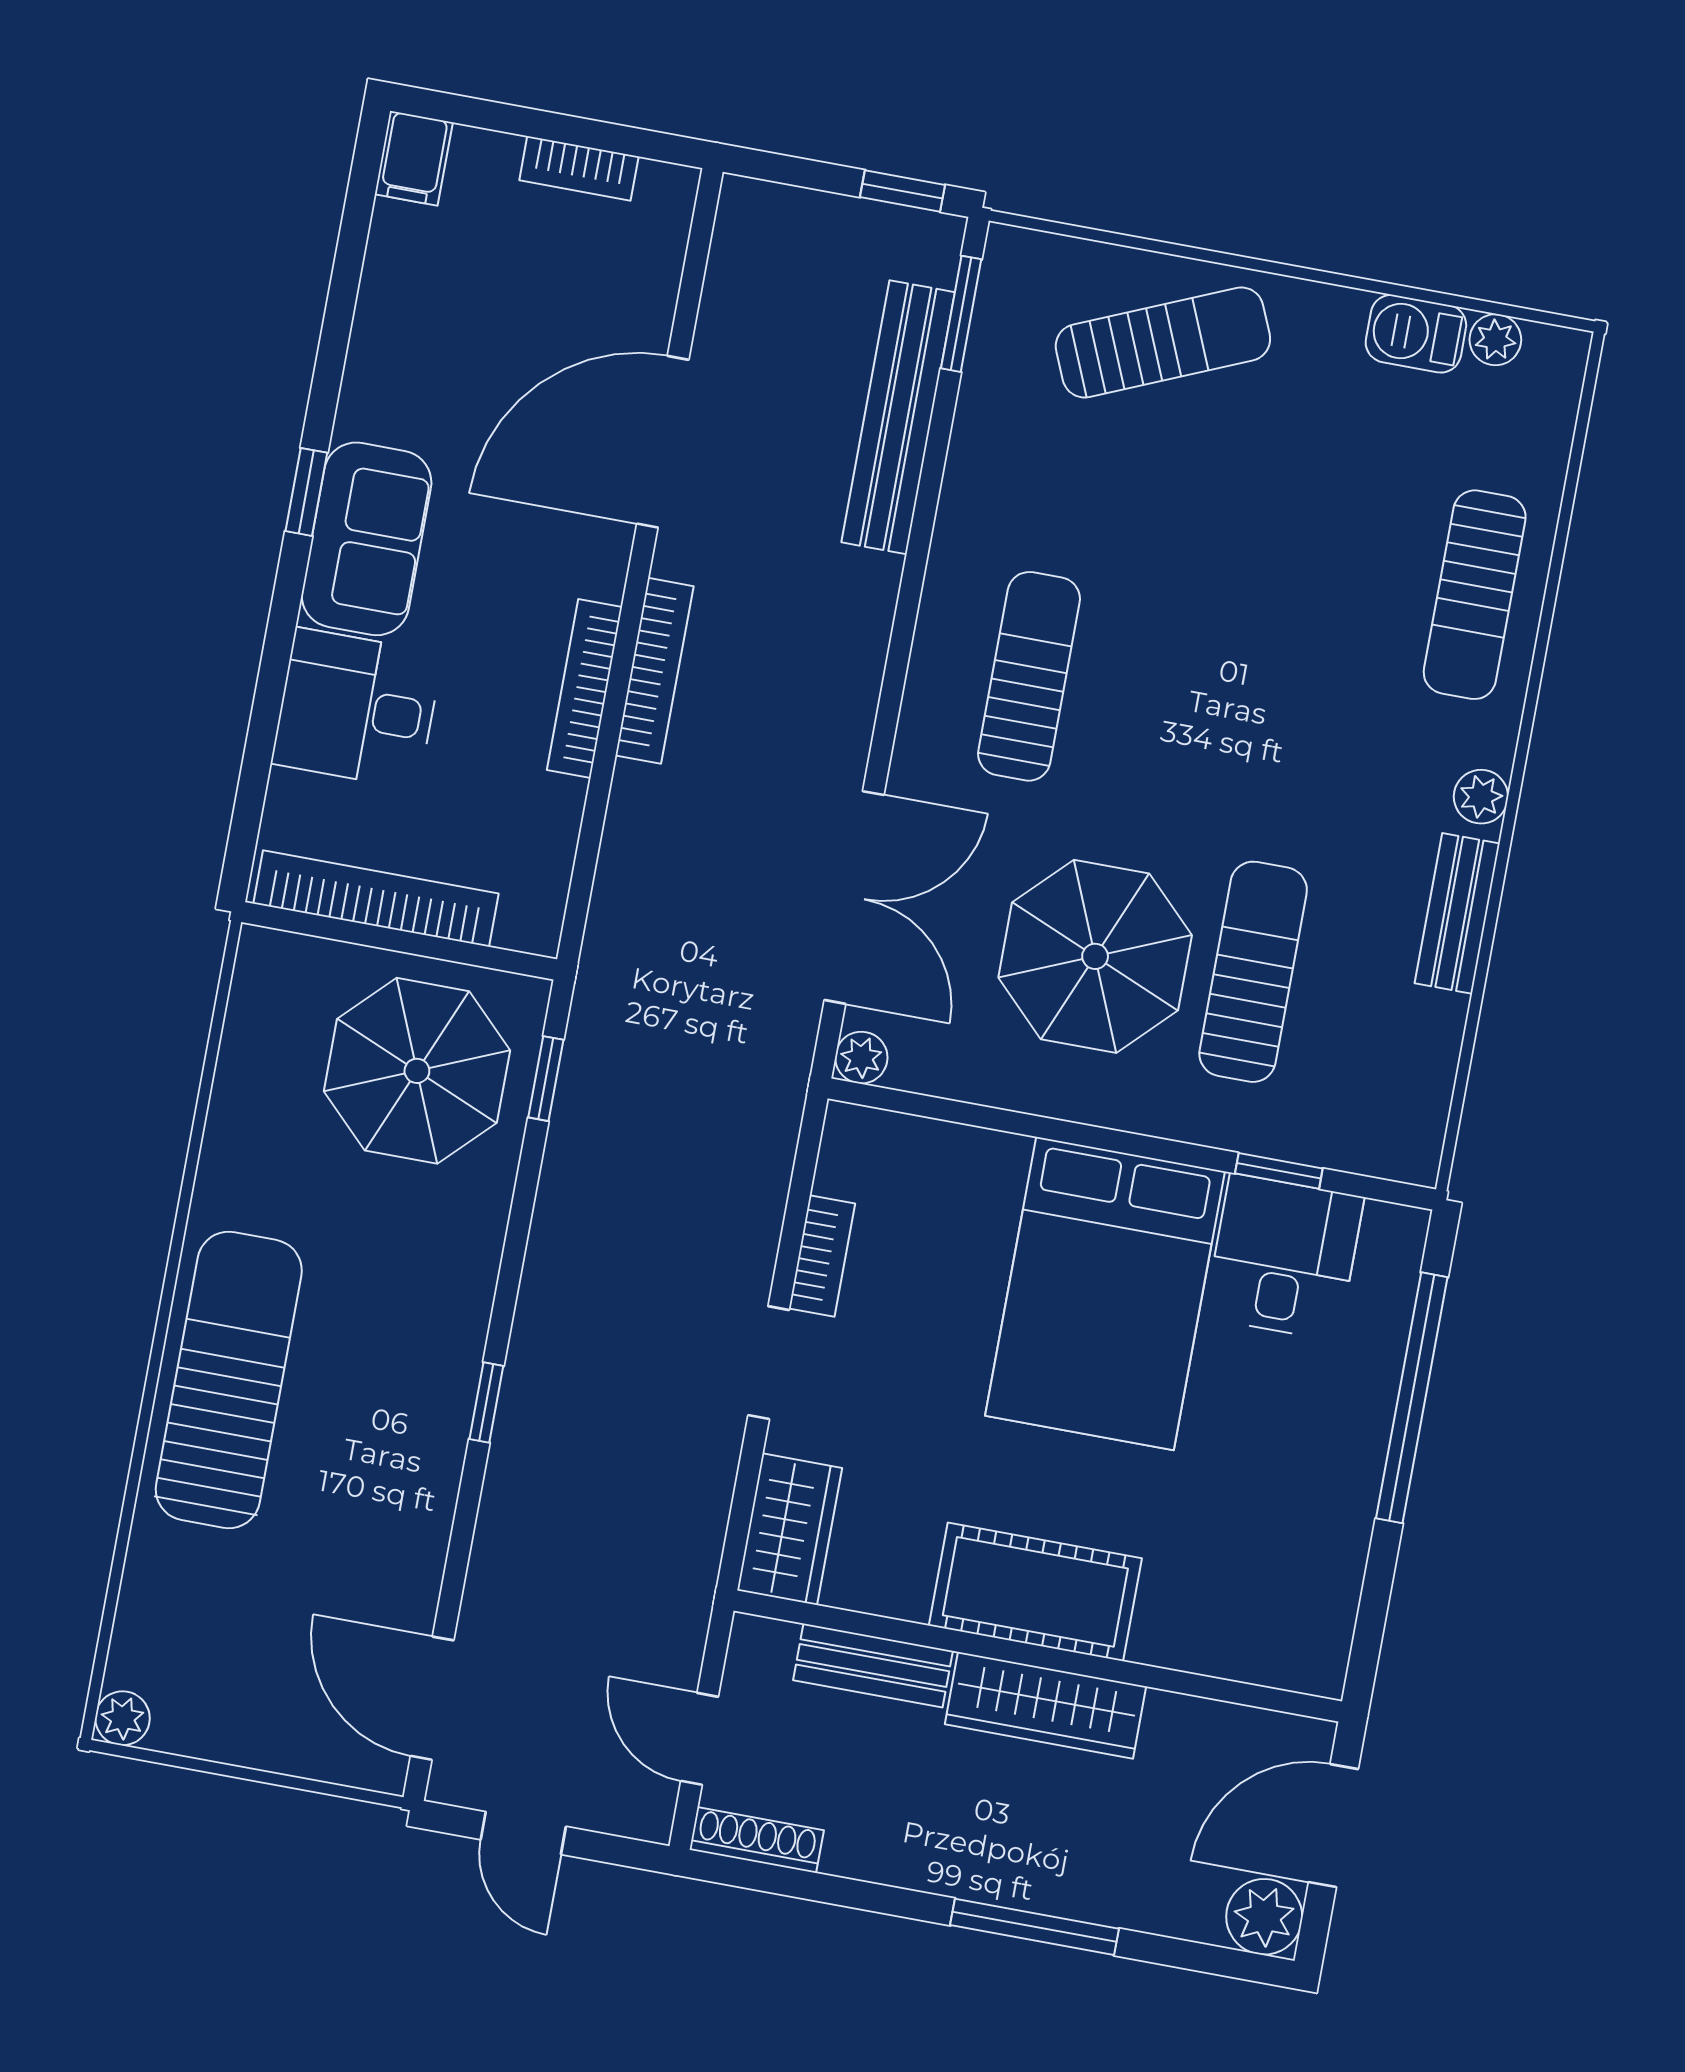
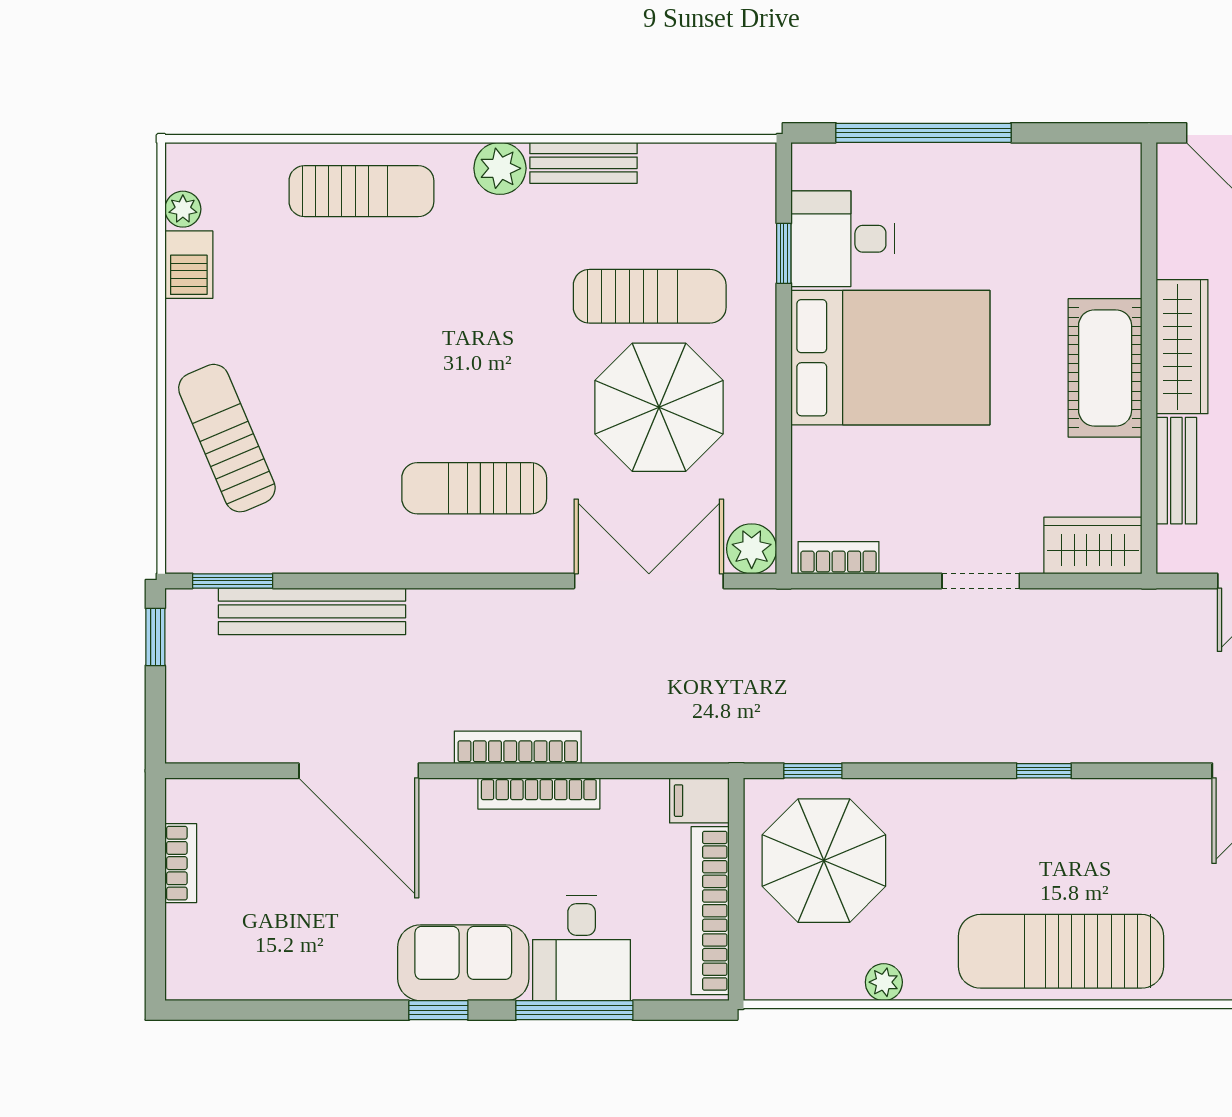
filing cabinet: (414, 158) -> (699, 801), moved, turned 180
window: (271, 682) -> (574, 1010), added
plant: (1481, 797) -> (500, 168), width x1.38, depth x1.38
sun lounger: (1253, 972) -> (650, 296), turned 180
plant: (861, 1058) -> (752, 549), width x1.38, depth x1.38
plant: (231, 1124) -> (884, 982), added
bookcase: (822, 1256) -> (839, 558), moved

